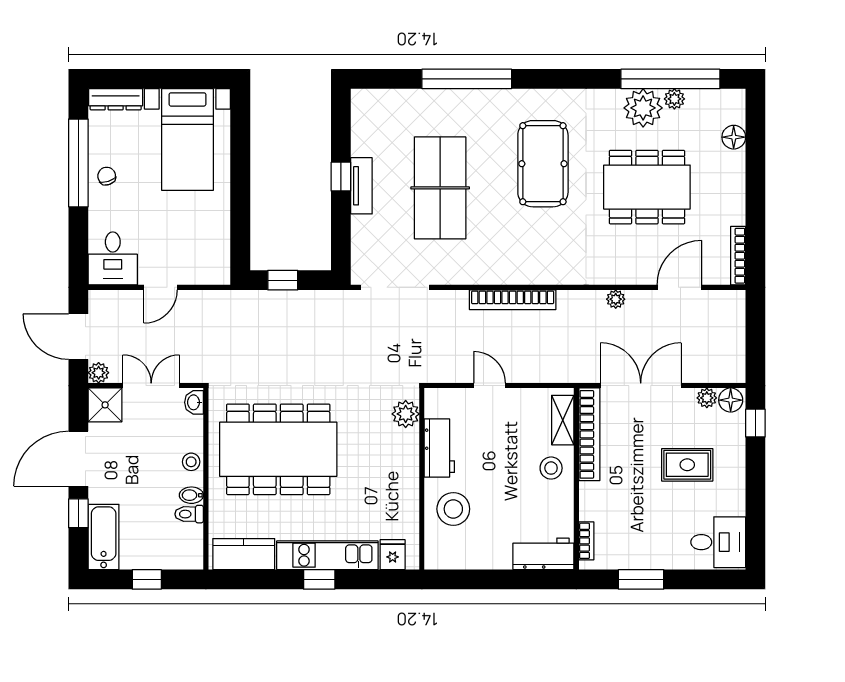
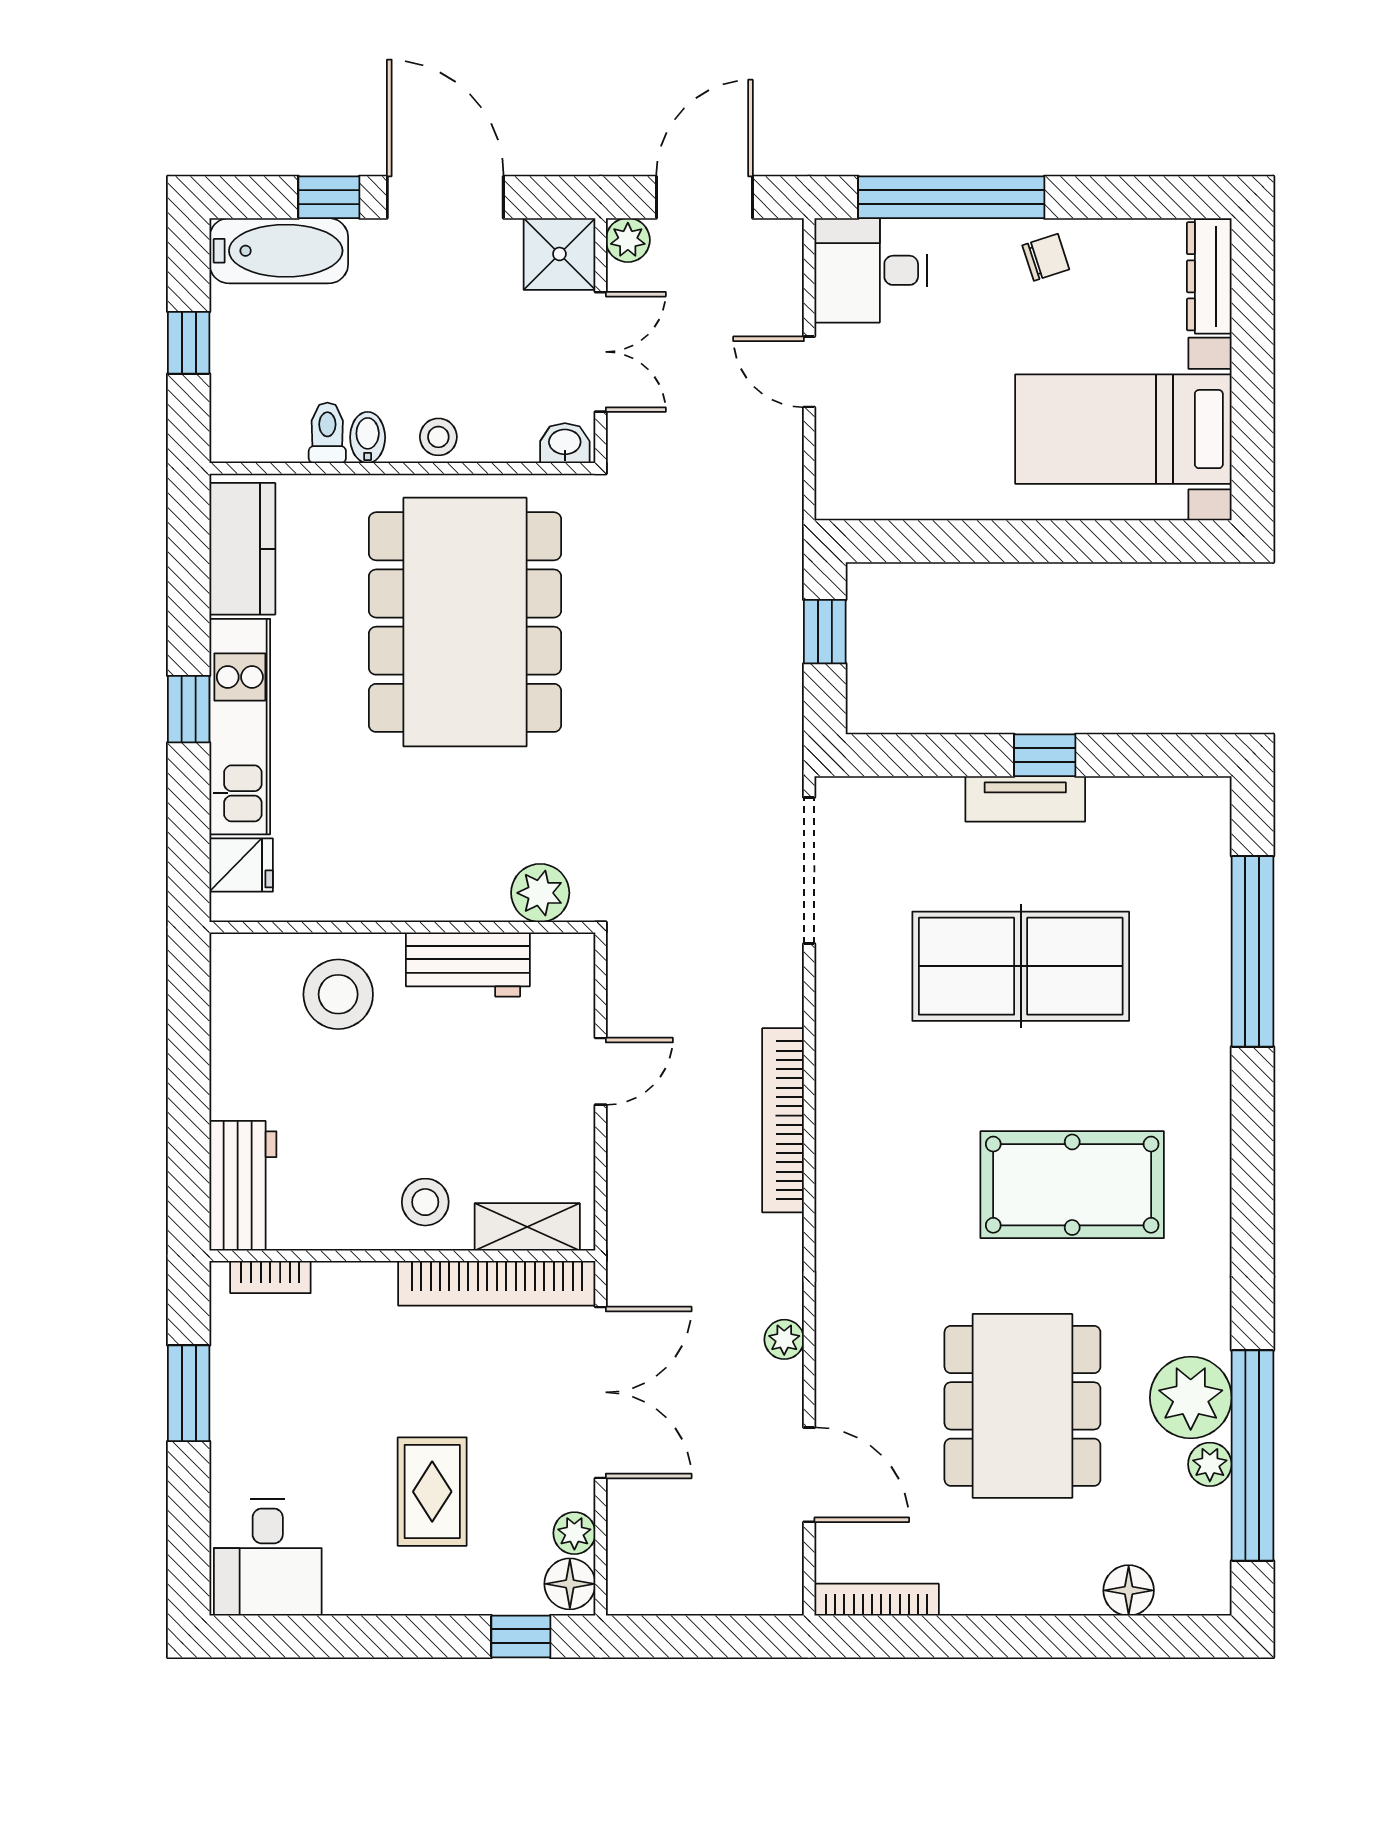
window: (467, 79) -> (1252, 951), moved
window: (78, 163) -> (951, 197), moved

